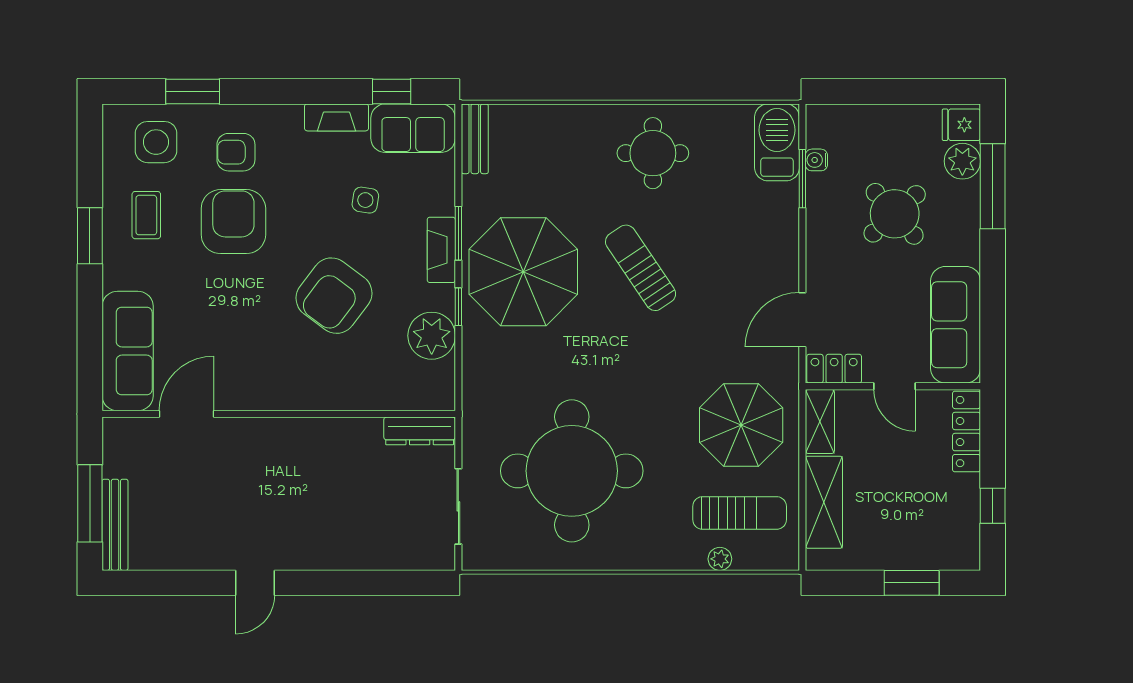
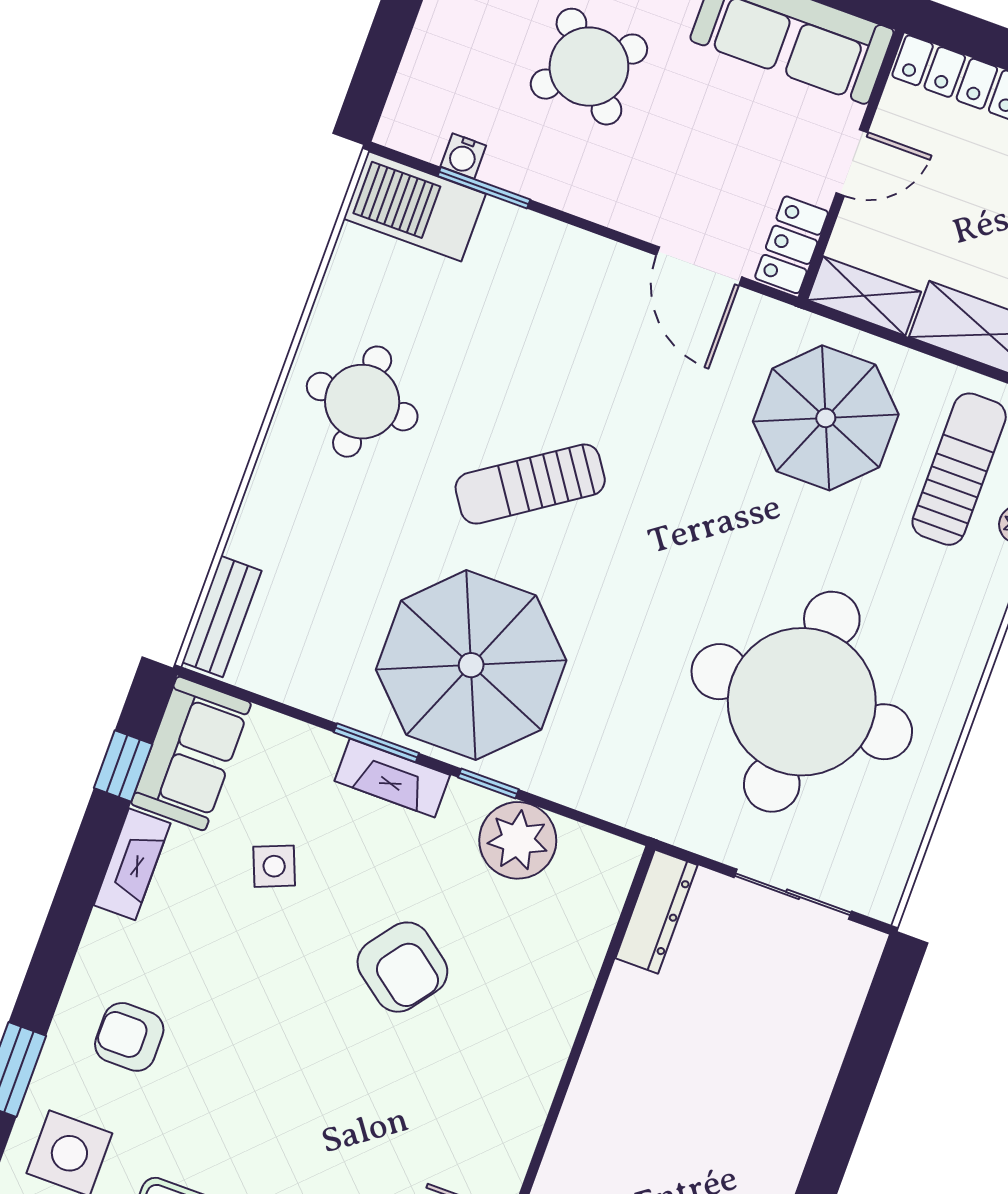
bench: (475, 139) -> (222, 616), moved, turned 90
armchair: (236, 152) -> (129, 1037), turned 90
side table: (365, 200) -> (274, 866), turned -31
armchair: (233, 222) -> (234, 1079), removed
armchair: (334, 296) -> (402, 967), width x0.73, depth x0.73

